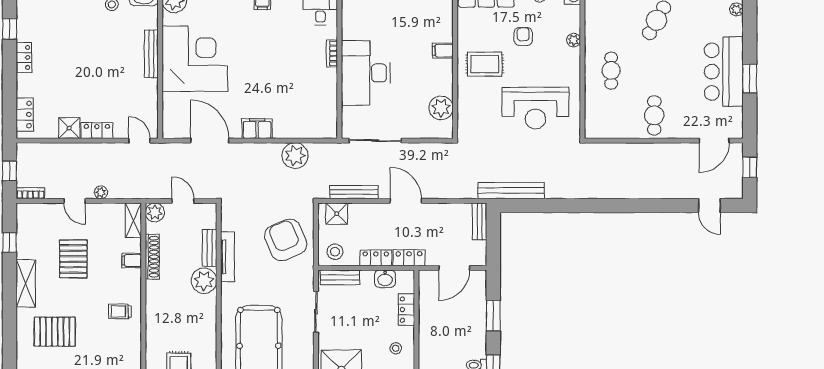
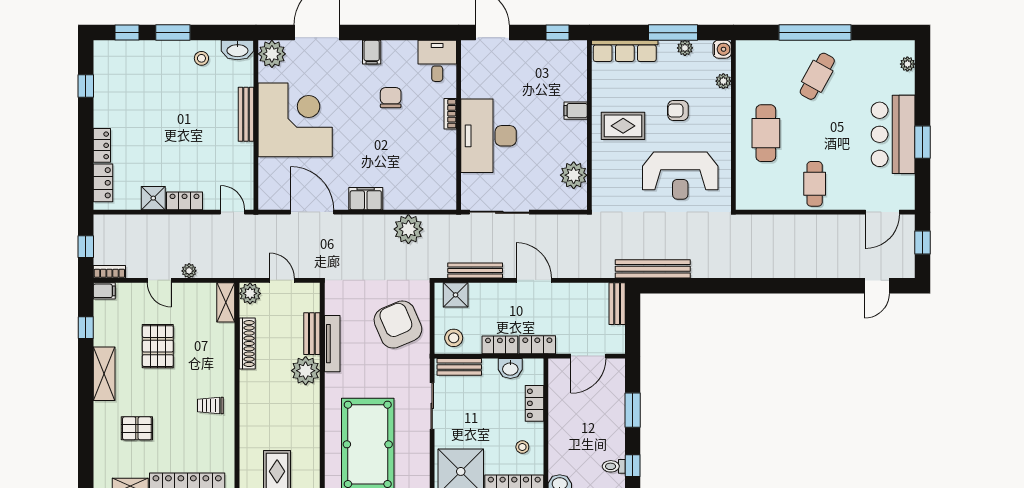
armchair: (523, 37) -> (678, 110), moved, turned -90
chair: (279, 39) -> (391, 98), added
plant: (574, 40) -> (723, 81), moved
locker: (24, 57) -> (102, 145), moved
cafe table: (611, 71) -> (766, 133), width x1.37, depth x1.35
door: (709, 206) -> (877, 286), hinge flipped
filing cabinet: (132, 261) -> (104, 291), moved, turned 180
pallet: (55, 332) -> (137, 428), width x0.67, depth x0.71

